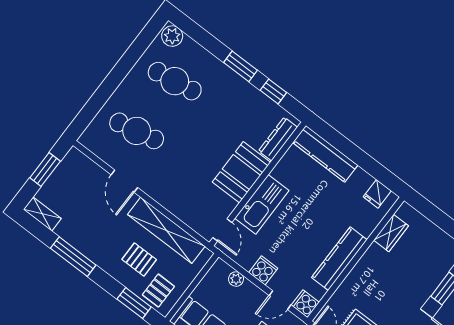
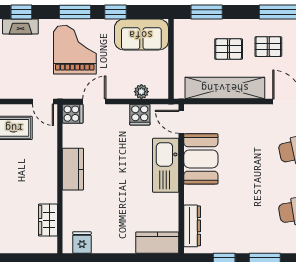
kitchen counter: (325, 154) -> (157, 243), width x0.67
booth: (241, 172) -> (201, 159), moved
kitchen counter: (339, 259) -> (73, 169), width x0.67
cooker: (263, 270) -> (140, 115), moved
pallet: (158, 291) -> (268, 47), moved, turned 90

